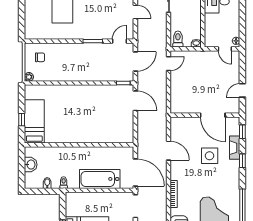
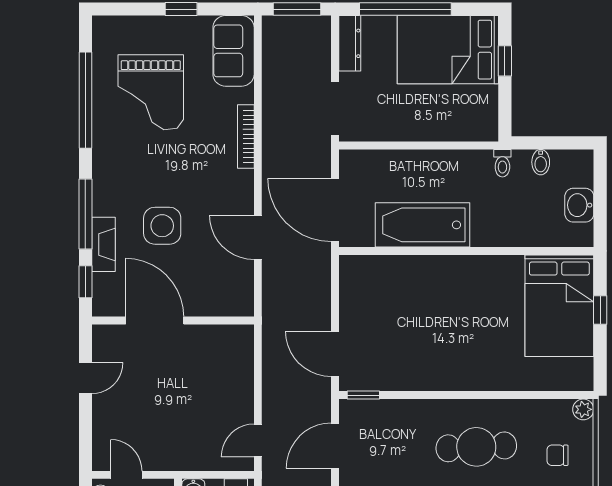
cafe table: (75, 61) -> (476, 447), added
bed: (34, 121) -> (559, 306), width x1.50
window: (242, 161) -> (85, 214), width x2.17
door: (135, 173) -> (335, 210), moved
bathtub: (100, 179) -> (423, 225), moved, turned 180

